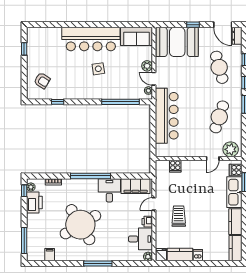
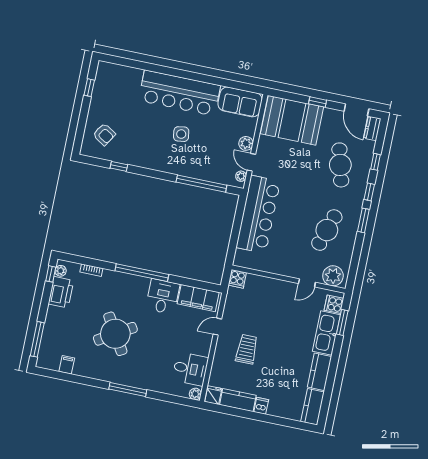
cooker: (175, 166) -> (237, 279), moved
printer: (147, 222) -> (204, 348), removed
round table: (80, 225) -> (115, 334), width x0.73, depth x0.73

